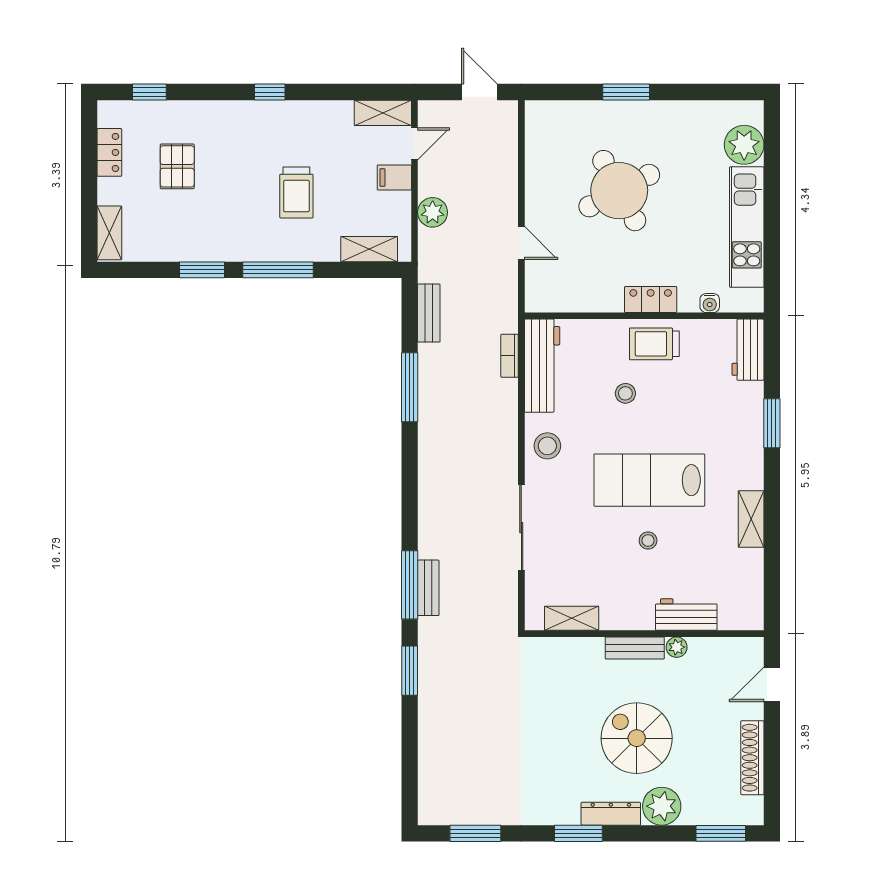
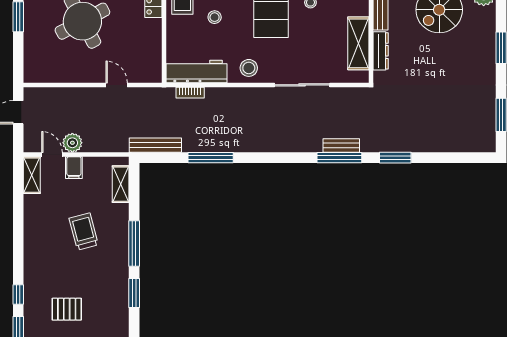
window: (270, 92) -> (18, 295), moved
trolley: (296, 192) -> (84, 231), turned -105
plant: (433, 212) -> (72, 143), moved
door: (521, 243) -> (117, 85), hinge flipped
bench: (429, 313) -> (155, 145), width x1.36
shelving: (572, 618) -> (358, 43), width x1.50, depth x1.33
dresser: (611, 814) -> (381, 51), moved, turned 180

